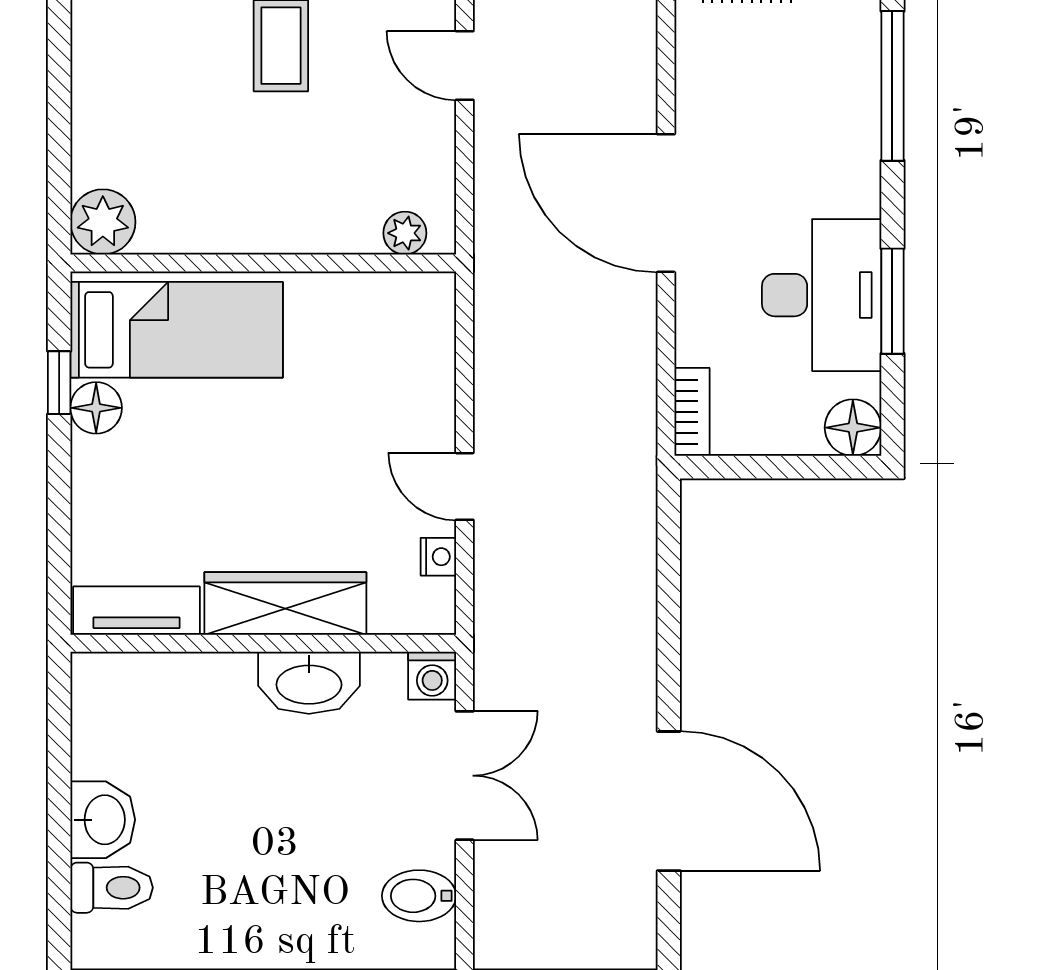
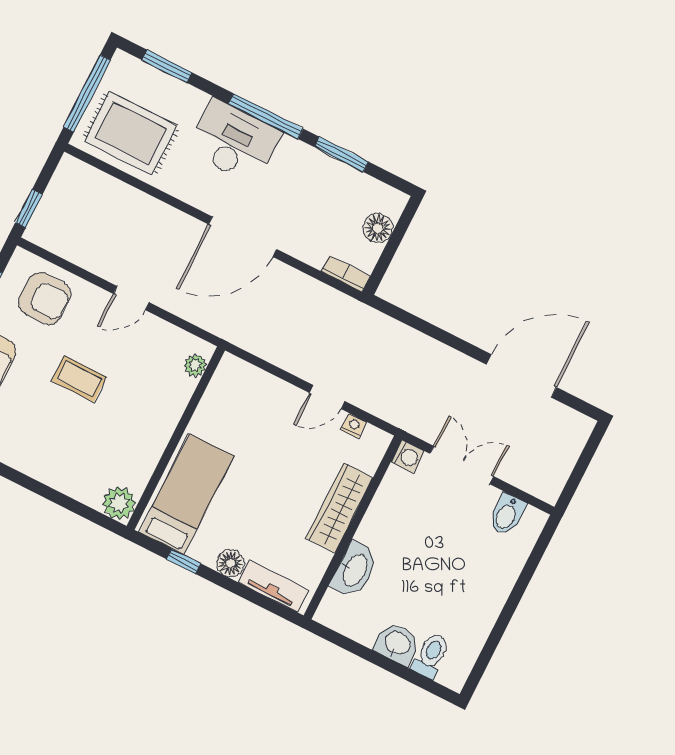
window: (892, 86) -> (266, 116), moved
desk: (822, 295) -> (234, 142), moved
floor lamp: (96, 408) -> (230, 563), moved
floor lamp: (853, 428) -> (378, 228), moved
tv unit: (136, 611) -> (274, 586), moved, turned 90
washbasin: (309, 683) -> (355, 570), moved

